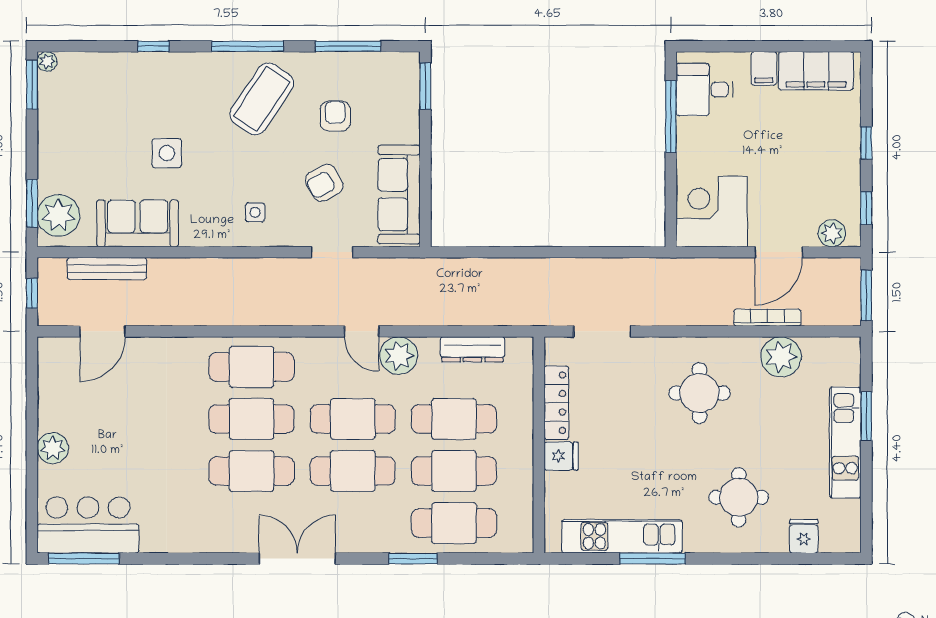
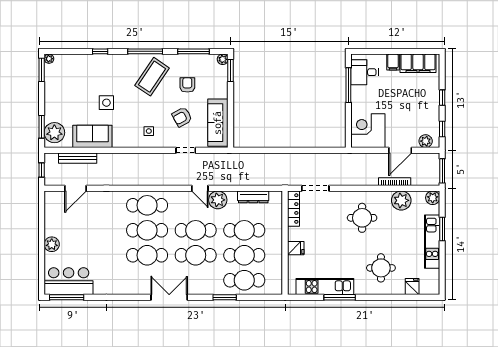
plant: (409, 63) -> (223, 59), added
plant: (846, 351) -> (433, 198), added
locker: (556, 403) -> (293, 209), moved

